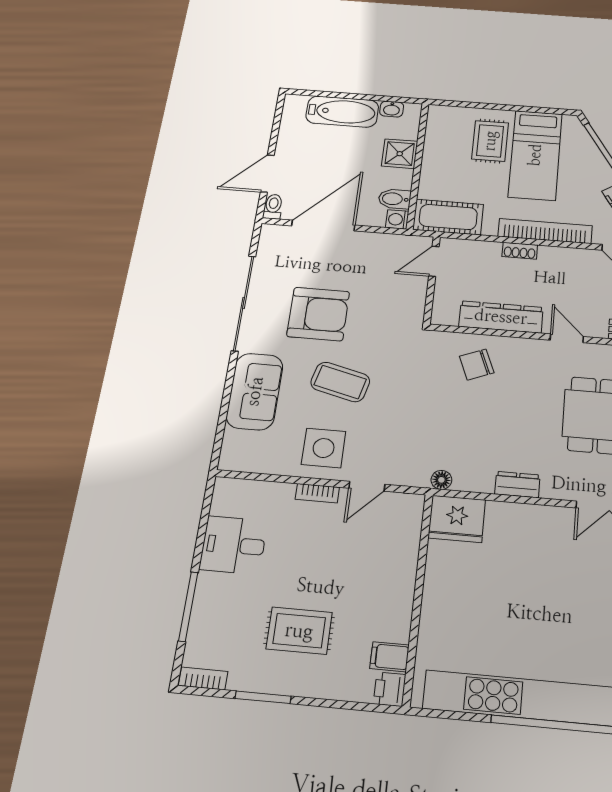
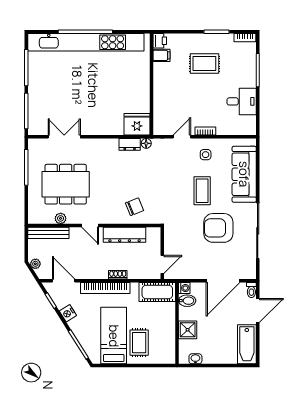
bathtub: (342, 112) -> (247, 344), moved, turned -90
coffee table: (340, 382) -> (202, 191), turned 76
sofa: (255, 391) -> (244, 174), width x1.36
side table: (324, 448) -> (206, 155), width x0.54, depth x0.54
dresser: (517, 485) -> (130, 144), moved

